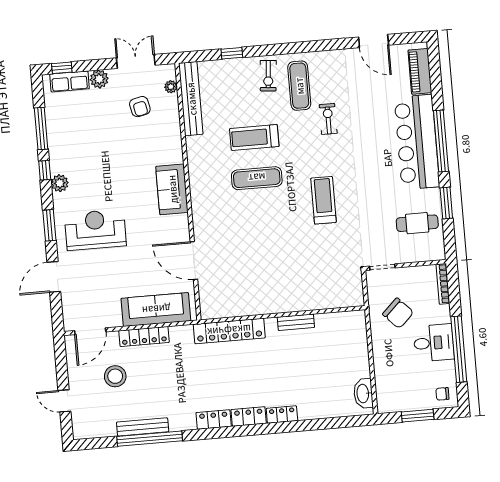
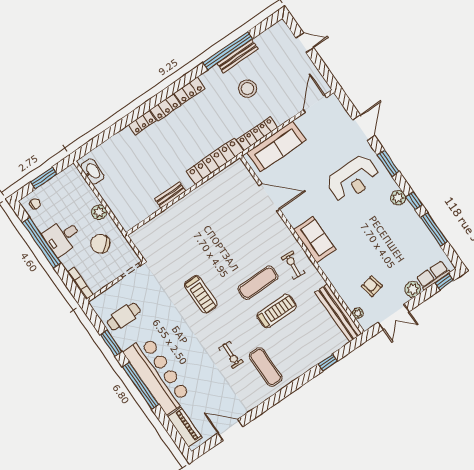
exercise bike: (268, 76) -> (293, 265), moved
locker: (144, 336) -> (257, 133), moved
plant: (381, 347) -> (99, 212), added
stool: (115, 376) -> (247, 89), moved

